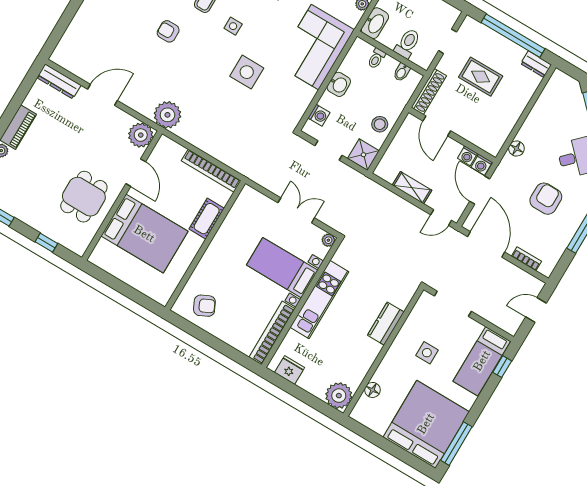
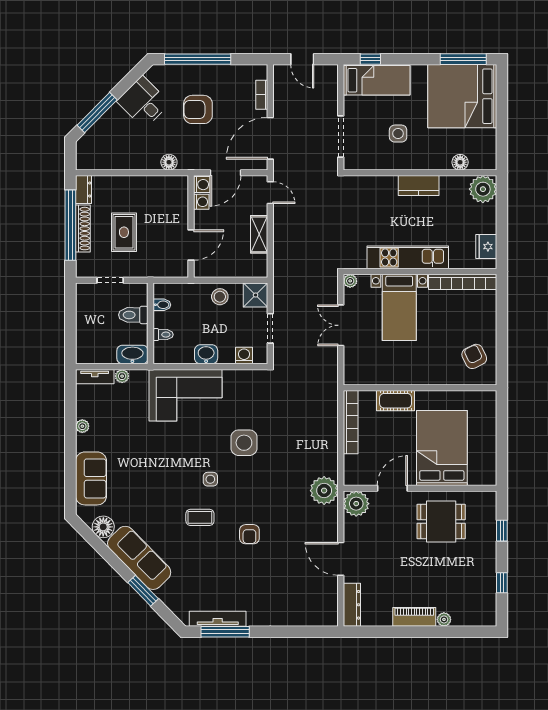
shoe rack: (429, 92) -> (83, 229), moved, turned 90
kitchen counter: (386, 324) -> (419, 186), moved

